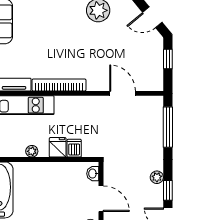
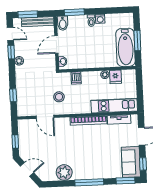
stool: (101, 122) -> (59, 97), added
window: (168, 127) -> (13, 95), width x0.46
fridge: (58, 147) -> (115, 77), moved
door: (101, 199) -> (56, 45), hinge flipped

